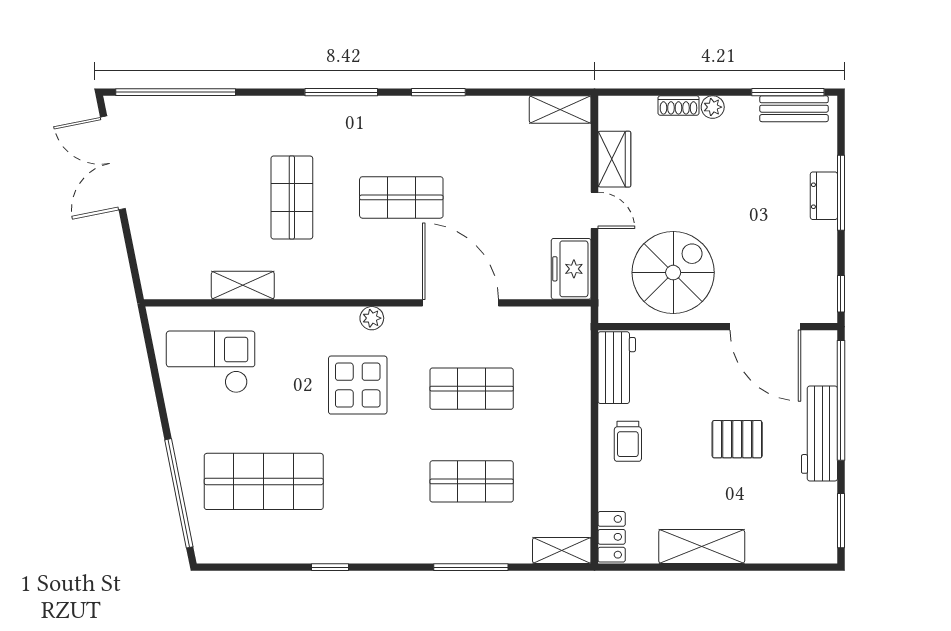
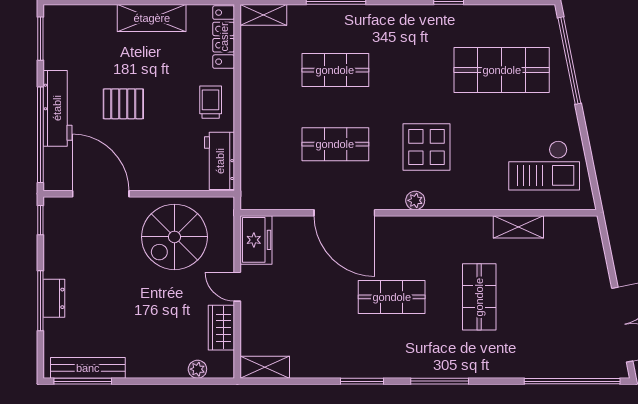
shoe rack: (678, 106) -> (170, 370), removed
plant: (713, 107) -> (197, 369), moved
bench: (794, 109) -> (88, 368), width x1.36
locker: (612, 537) -> (224, 37), width x1.53

